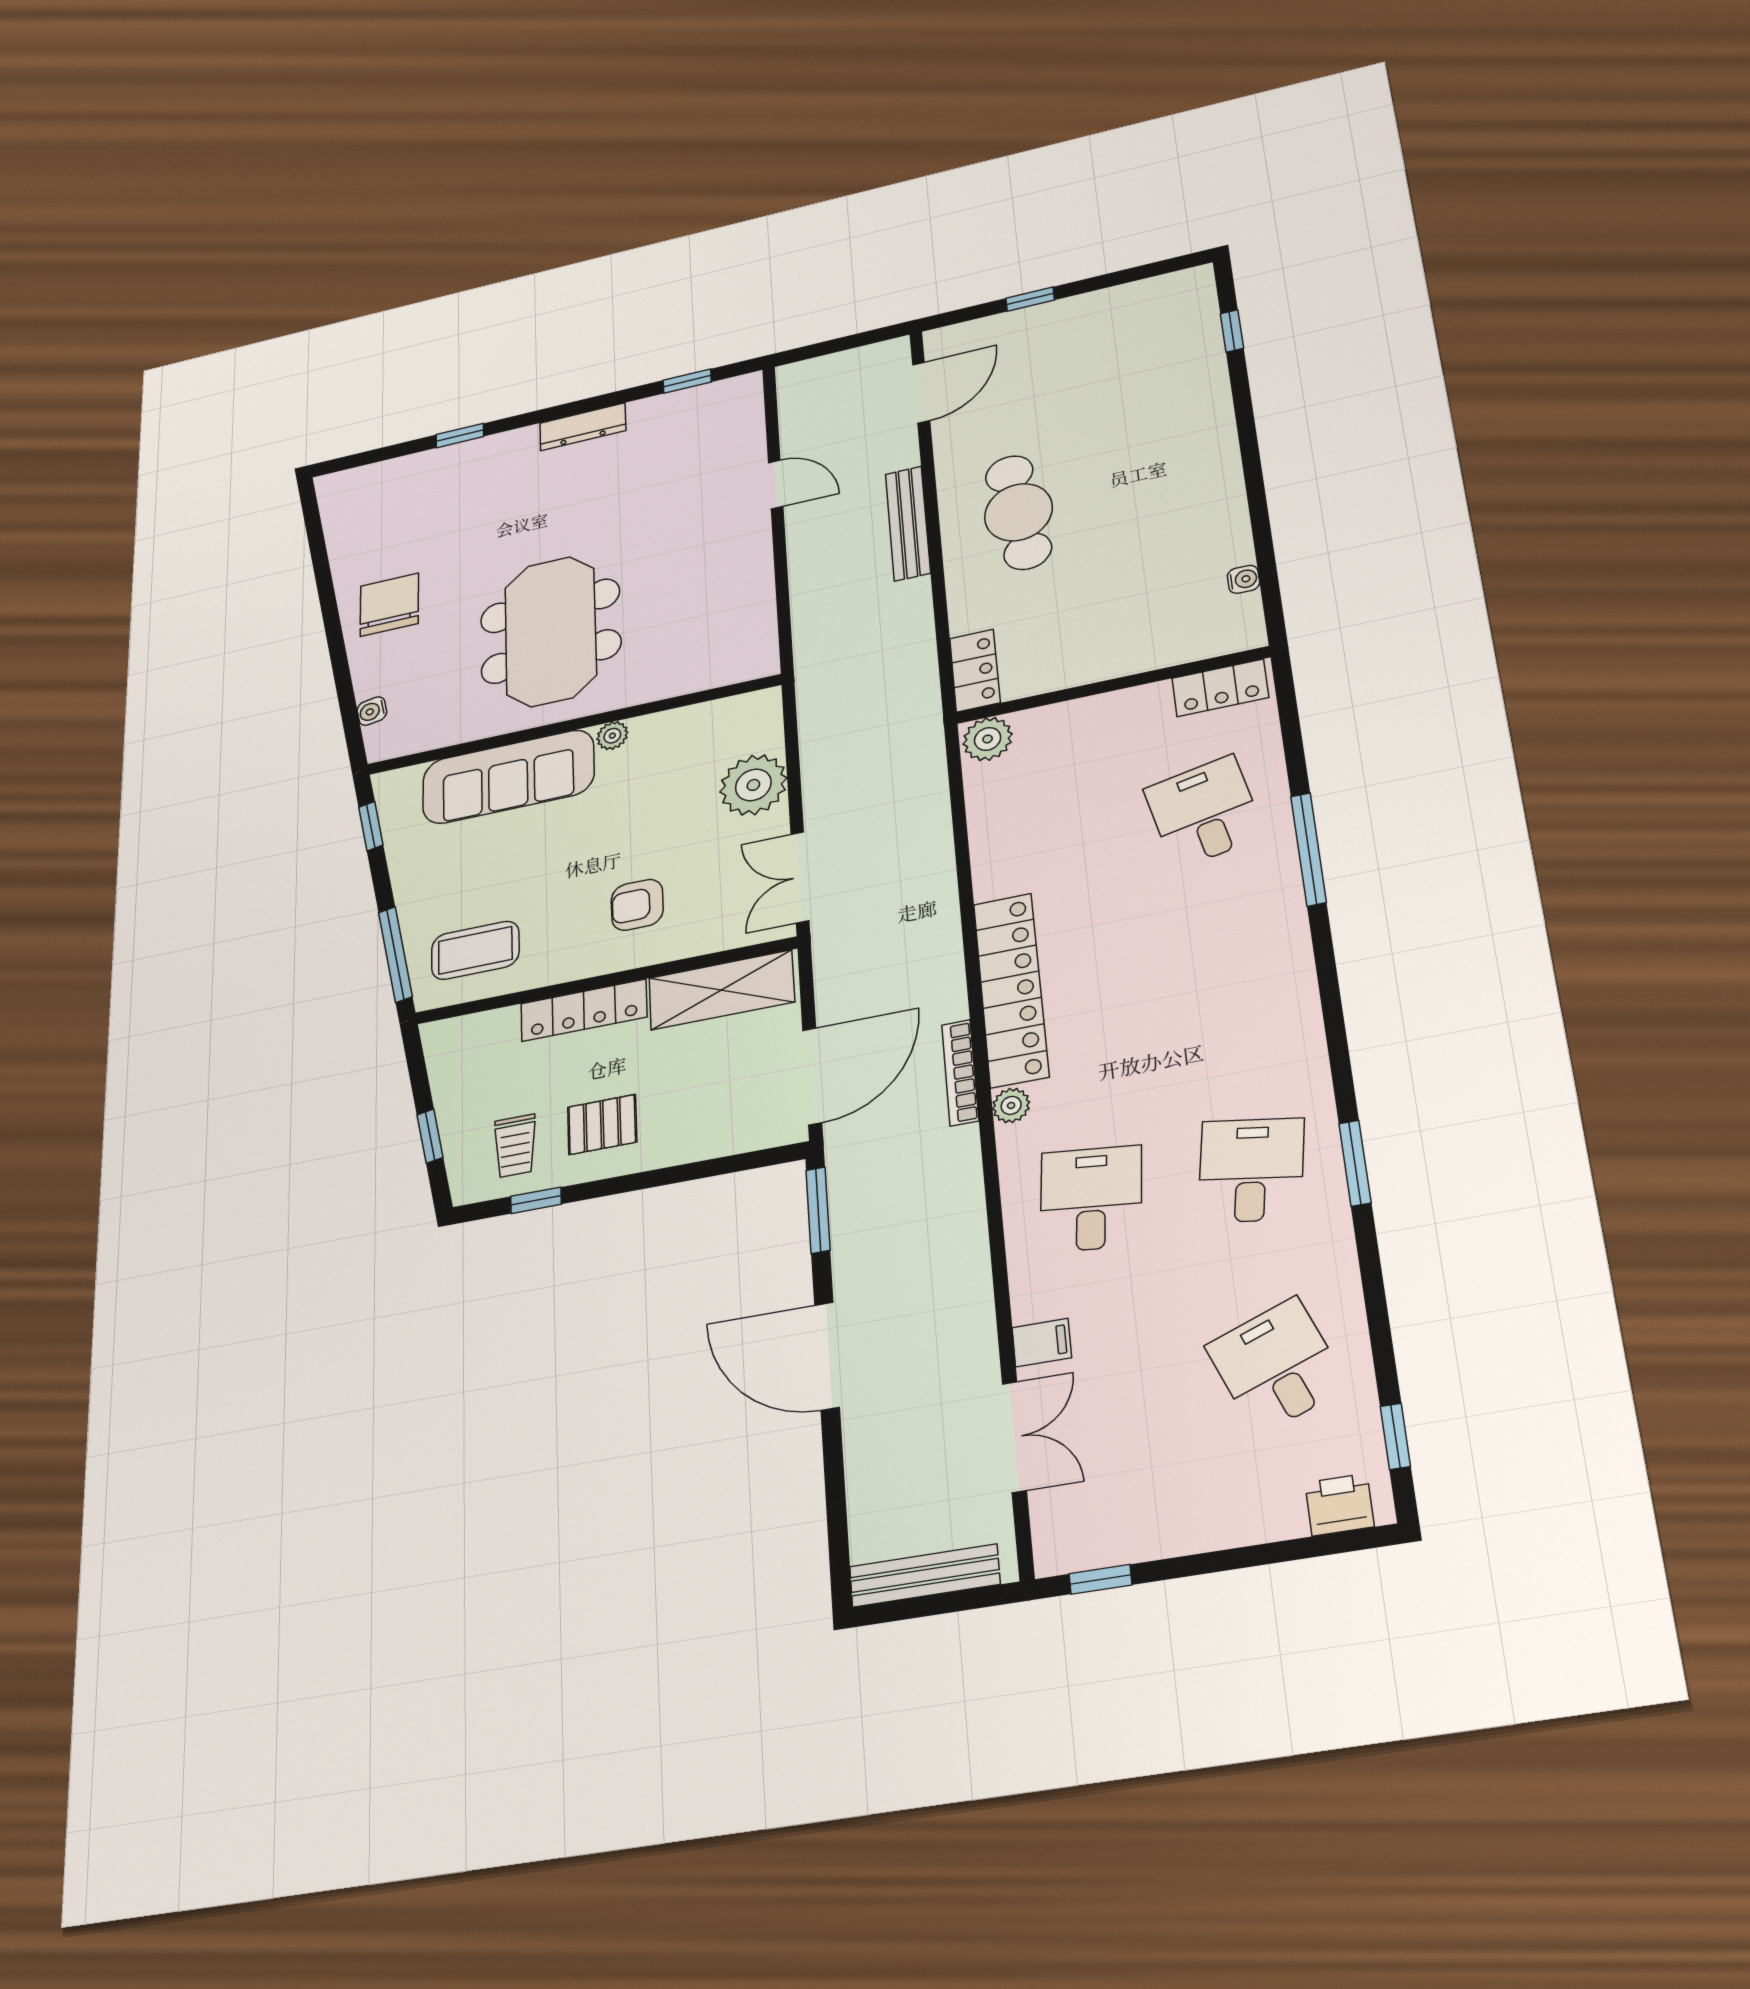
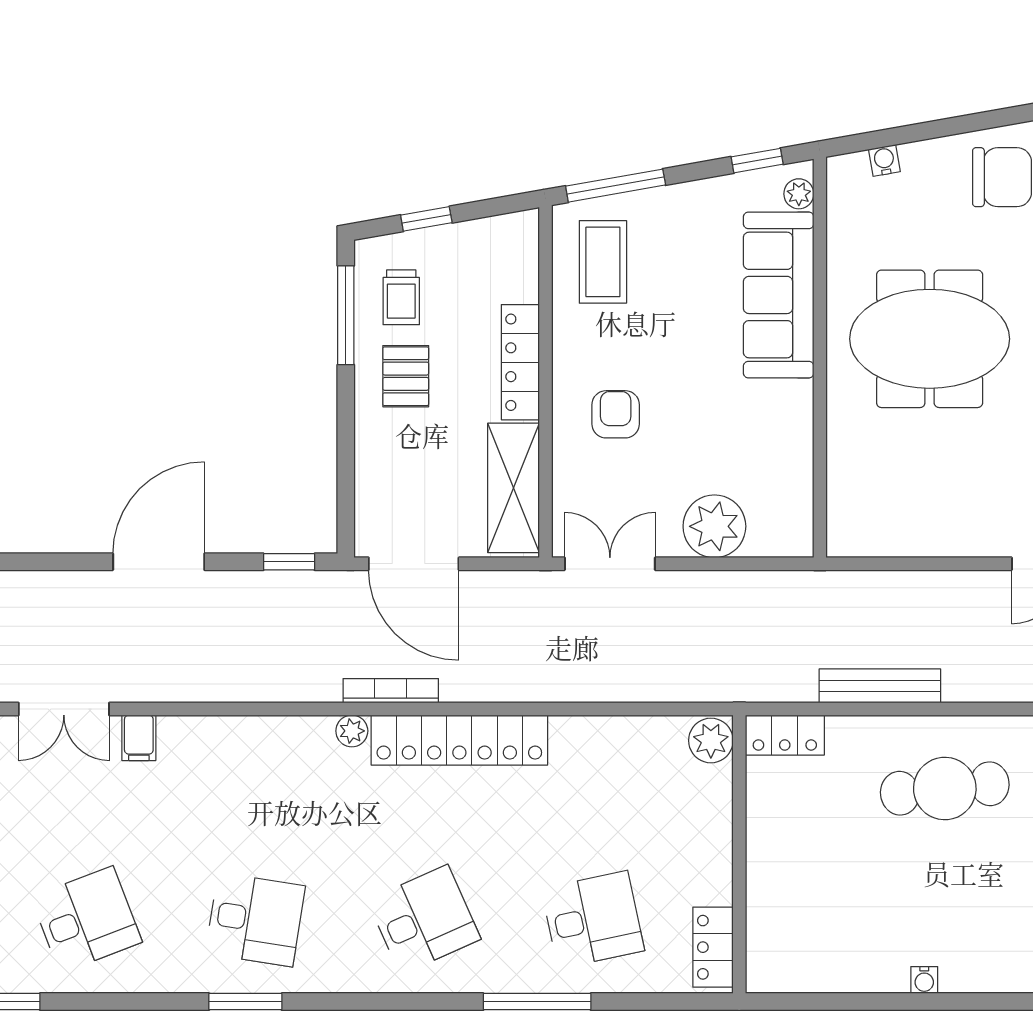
bench: (908, 523) -> (880, 686), moved
water cooler: (1244, 579) -> (924, 980), moved
plant: (612, 736) -> (799, 194), moved
trolley: (515, 1146) -> (401, 297), turned -90
desk: (1091, 1199) -> (424, 920), moved, turned -30
window: (536, 1200) -> (346, 315), width x2.17
window: (818, 1210) -> (289, 562), width x0.67

